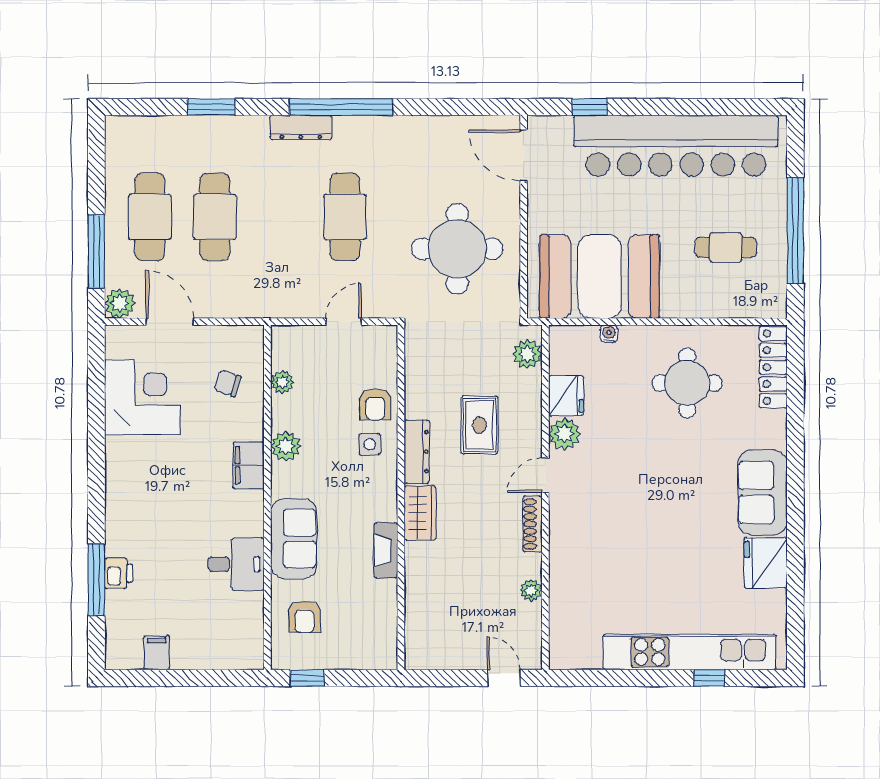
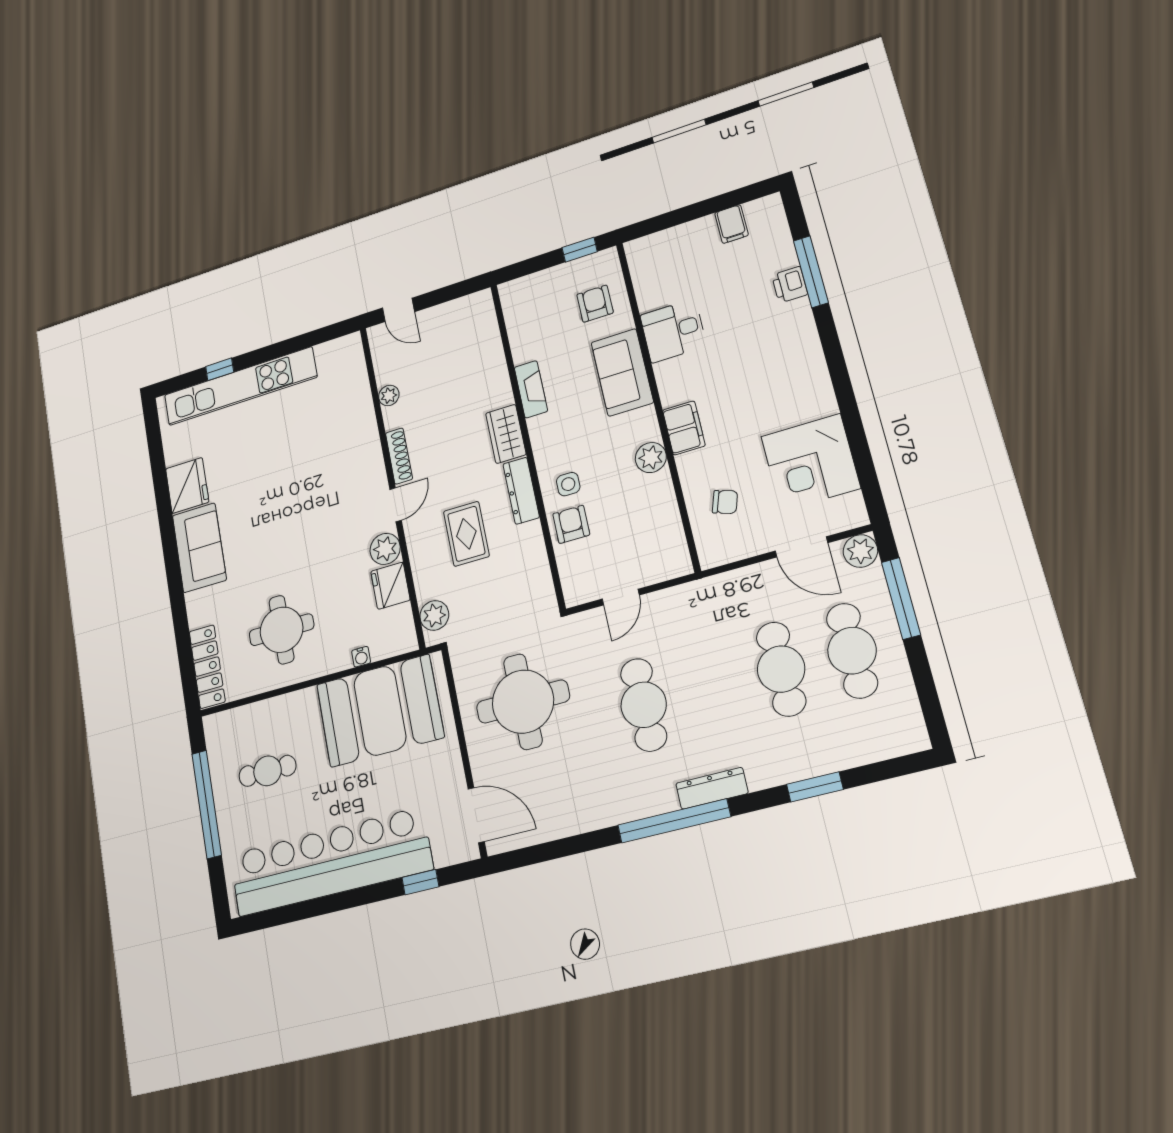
plant: (282, 382) -> (669, 519), removed

